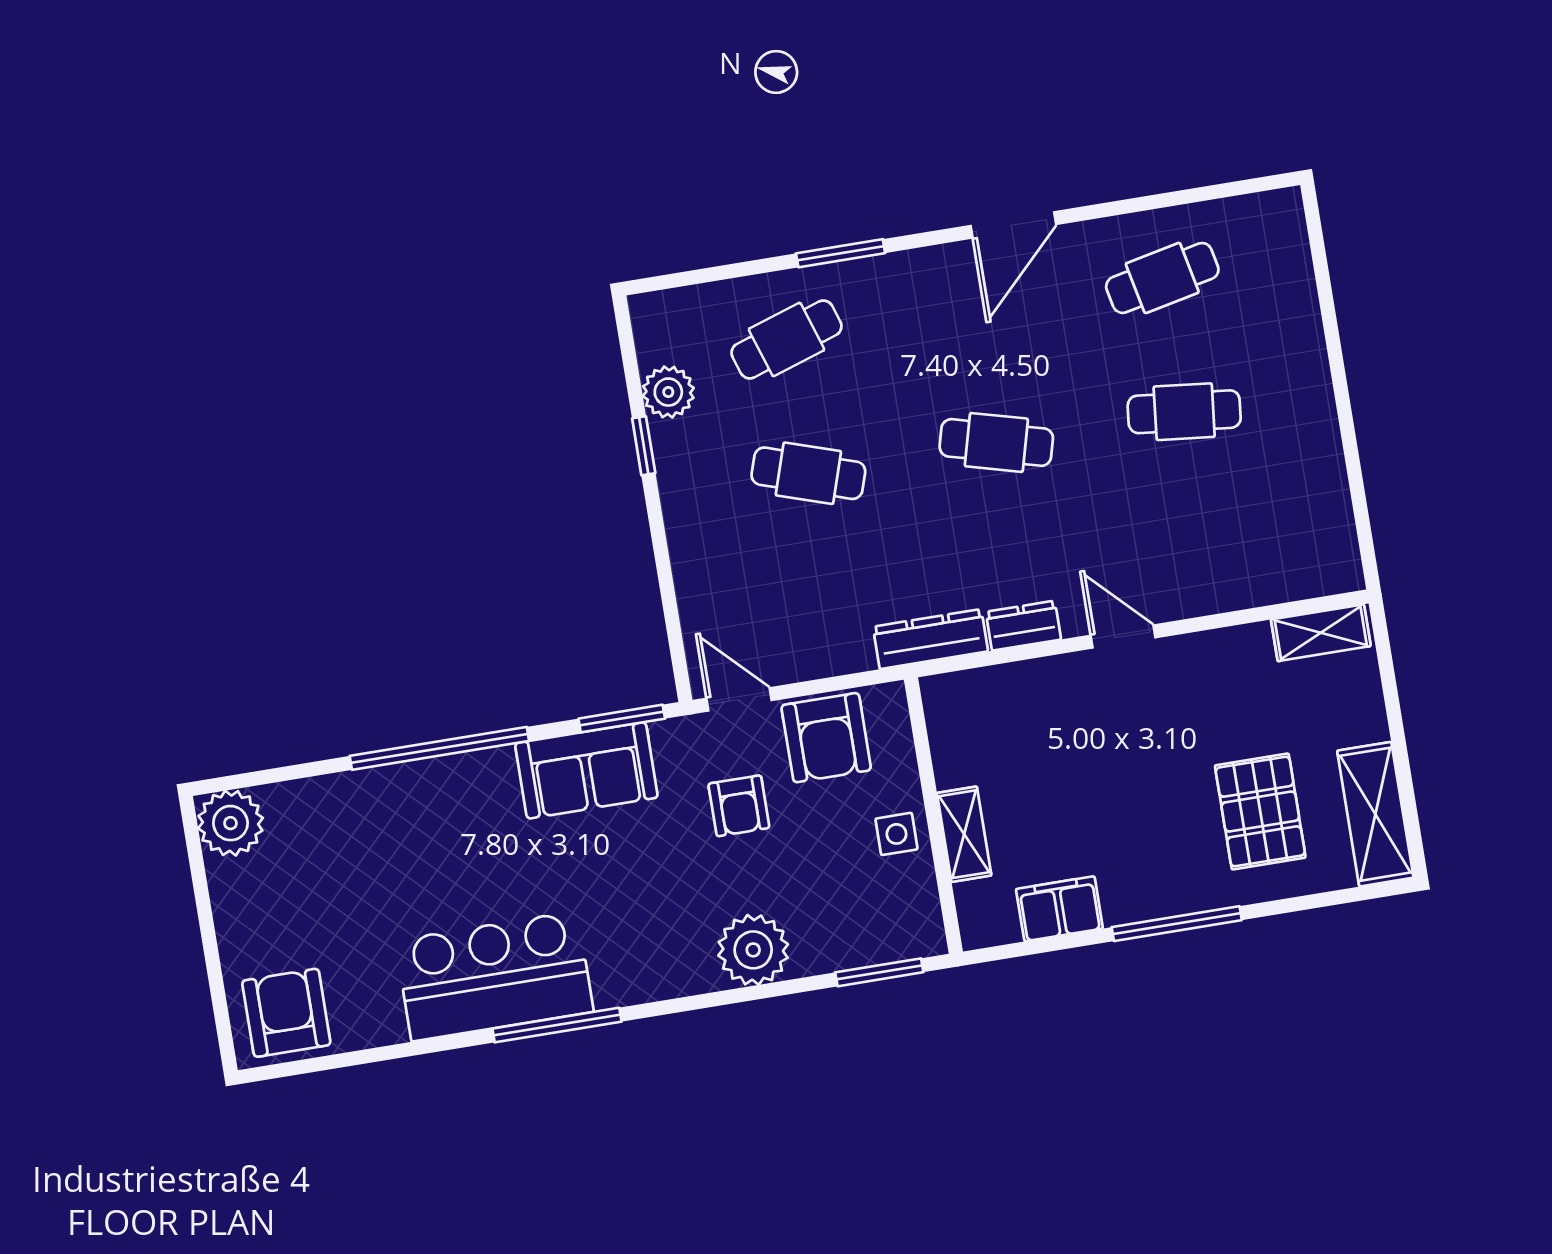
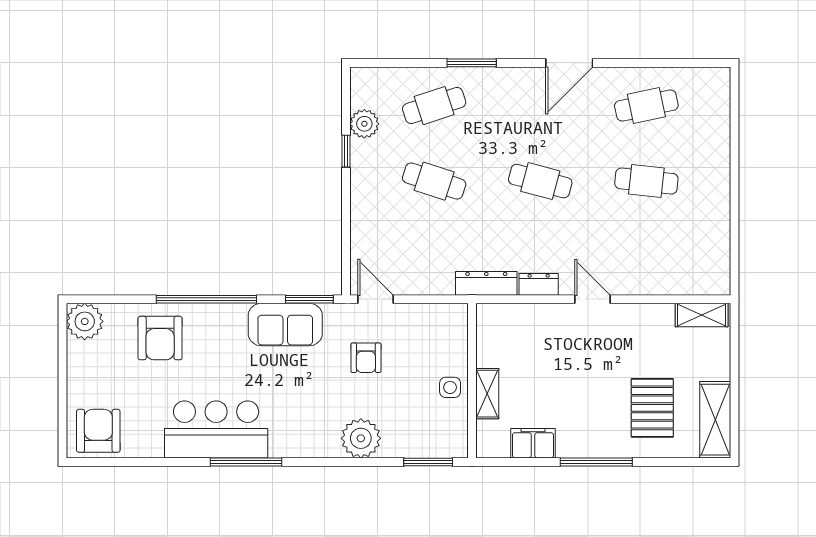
armchair: (826, 738) -> (160, 338), moved

